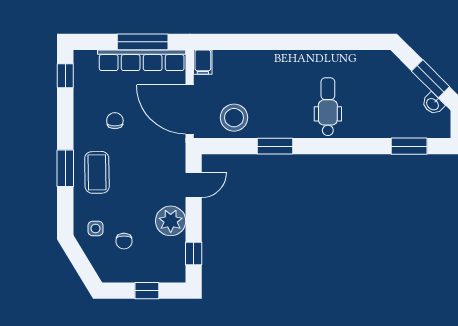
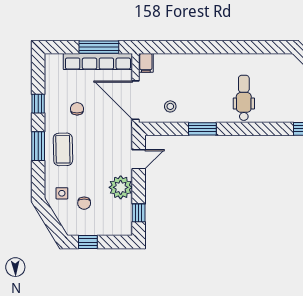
window: (65, 76) -> (38, 104), moved
stool: (234, 118) -> (170, 106), width x0.53, depth x0.53
window: (147, 291) -> (88, 242), moved

